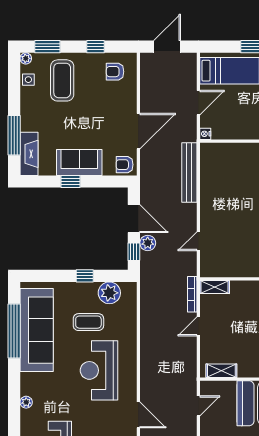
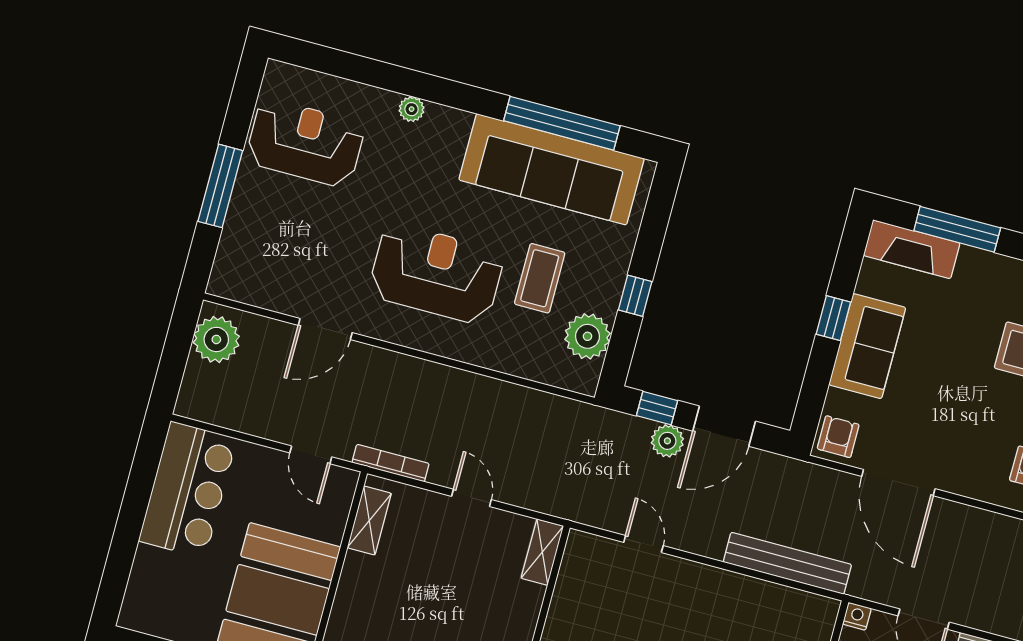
bookcase: (192, 294) -> (391, 463), moved

